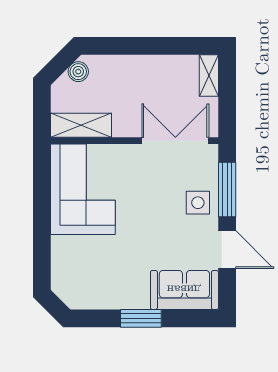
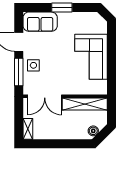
shelving: (81, 125) -> (85, 104), width x1.47
corner sofa: (83, 189) -> (91, 57), moved

